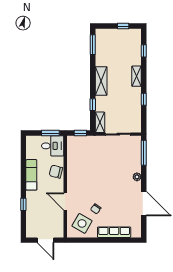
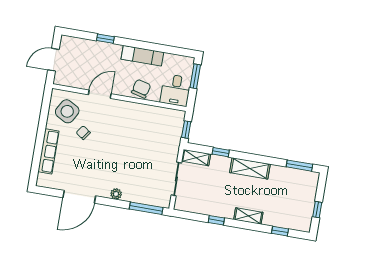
window: (50, 133) -> (195, 76), moved

